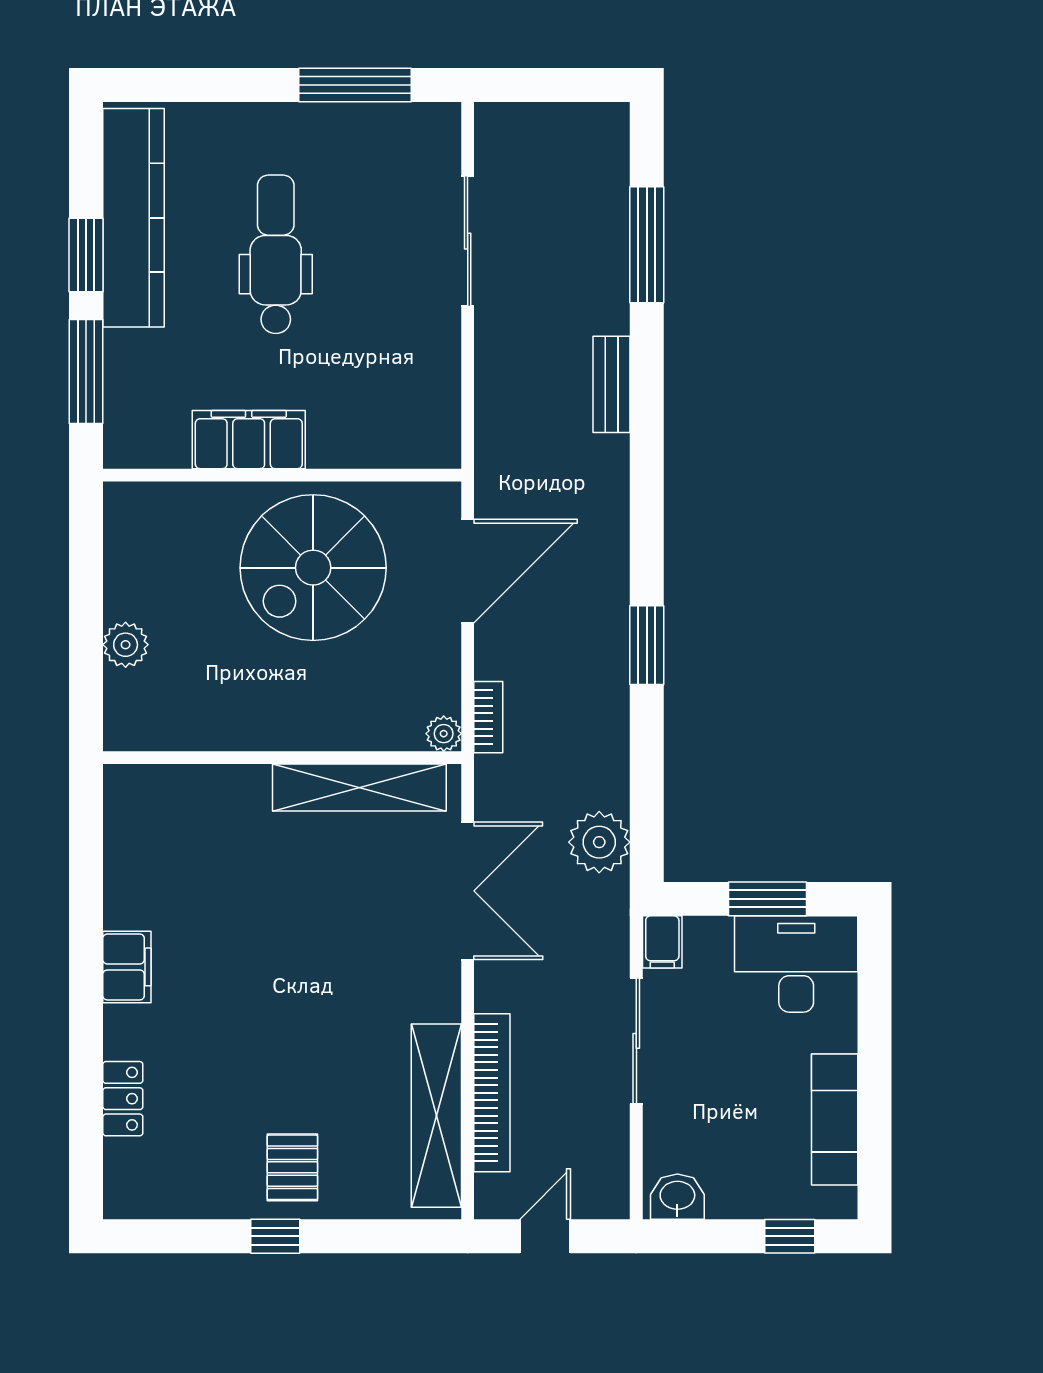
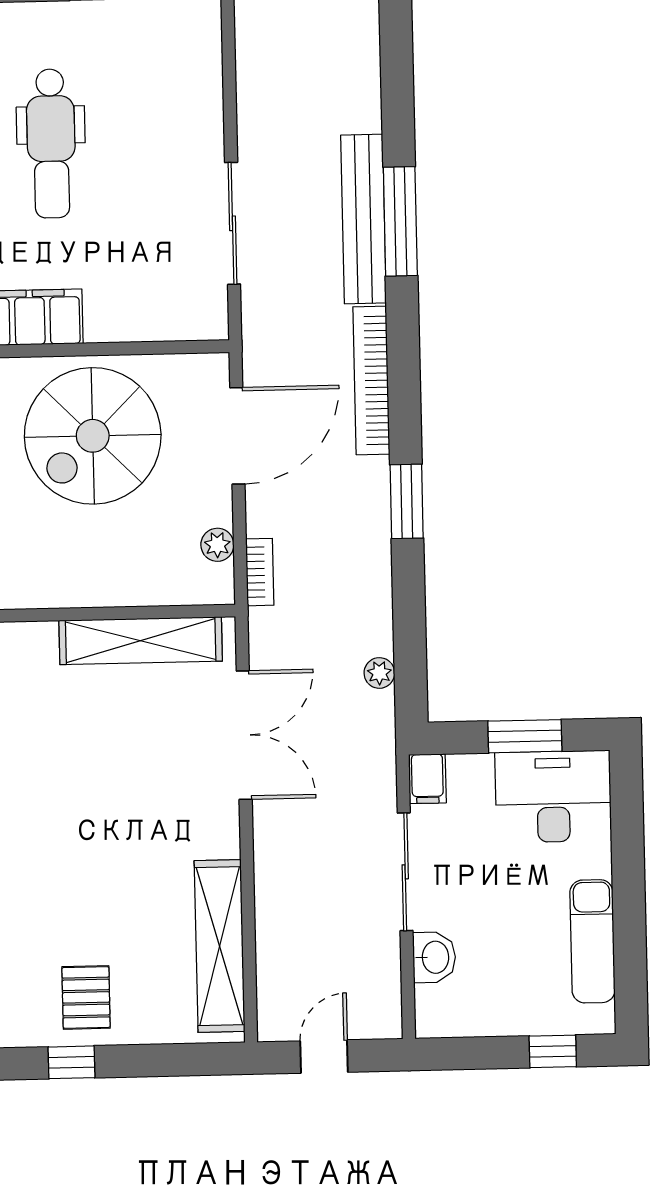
sliding door: (468, 241) -> (233, 223), moved
window: (647, 245) -> (400, 221), moved
dental chair: (276, 254) -> (51, 143), turned 180
bench: (612, 384) -> (363, 219), width x1.86, depth x1.21
plant: (444, 734) -> (217, 545), moved
plant: (599, 842) -> (379, 673), width x0.53, depth x0.53
bookcase: (492, 1093) -> (371, 380), moved, turned 180
washbasin: (677, 1197) -> (434, 957), moved, turned 90

